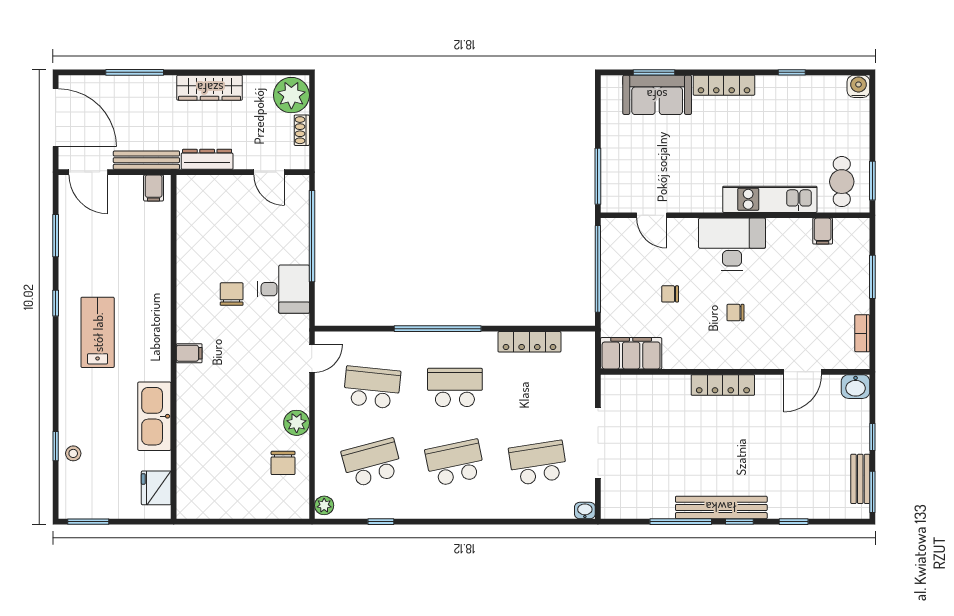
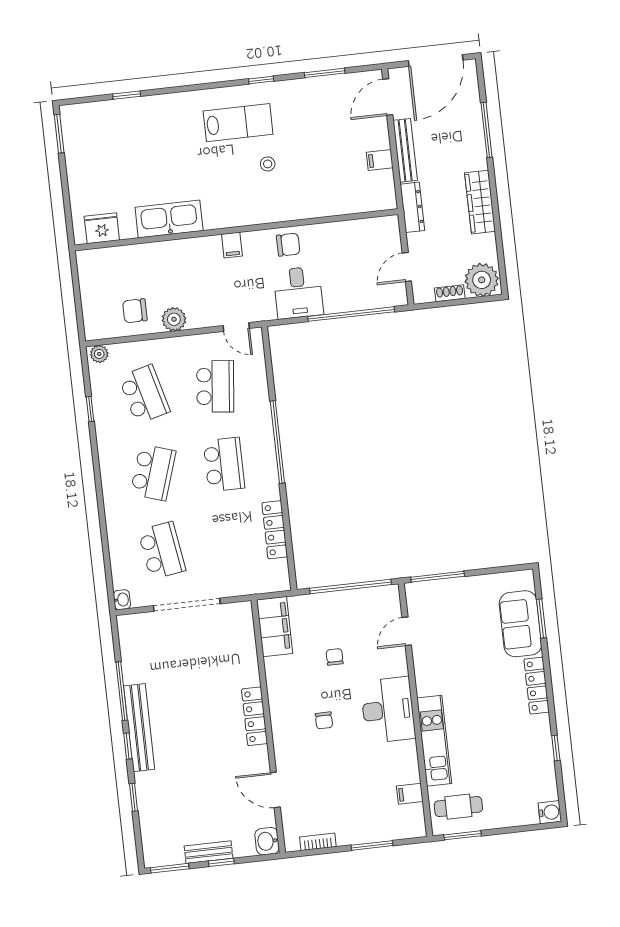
chair: (735, 313) -> (324, 720), turned 180
wall: (174, 347) -> (236, 230), moved
filing cabinet: (189, 353) -> (232, 245), moved
kitchen sink: (154, 416) -> (169, 219), moved
stool: (73, 453) -> (268, 164), moved
school desk: (455, 463) -> (153, 472), turned 30
bench: (860, 479) -> (209, 852), moved
fridge: (156, 488) -> (102, 228), moved

